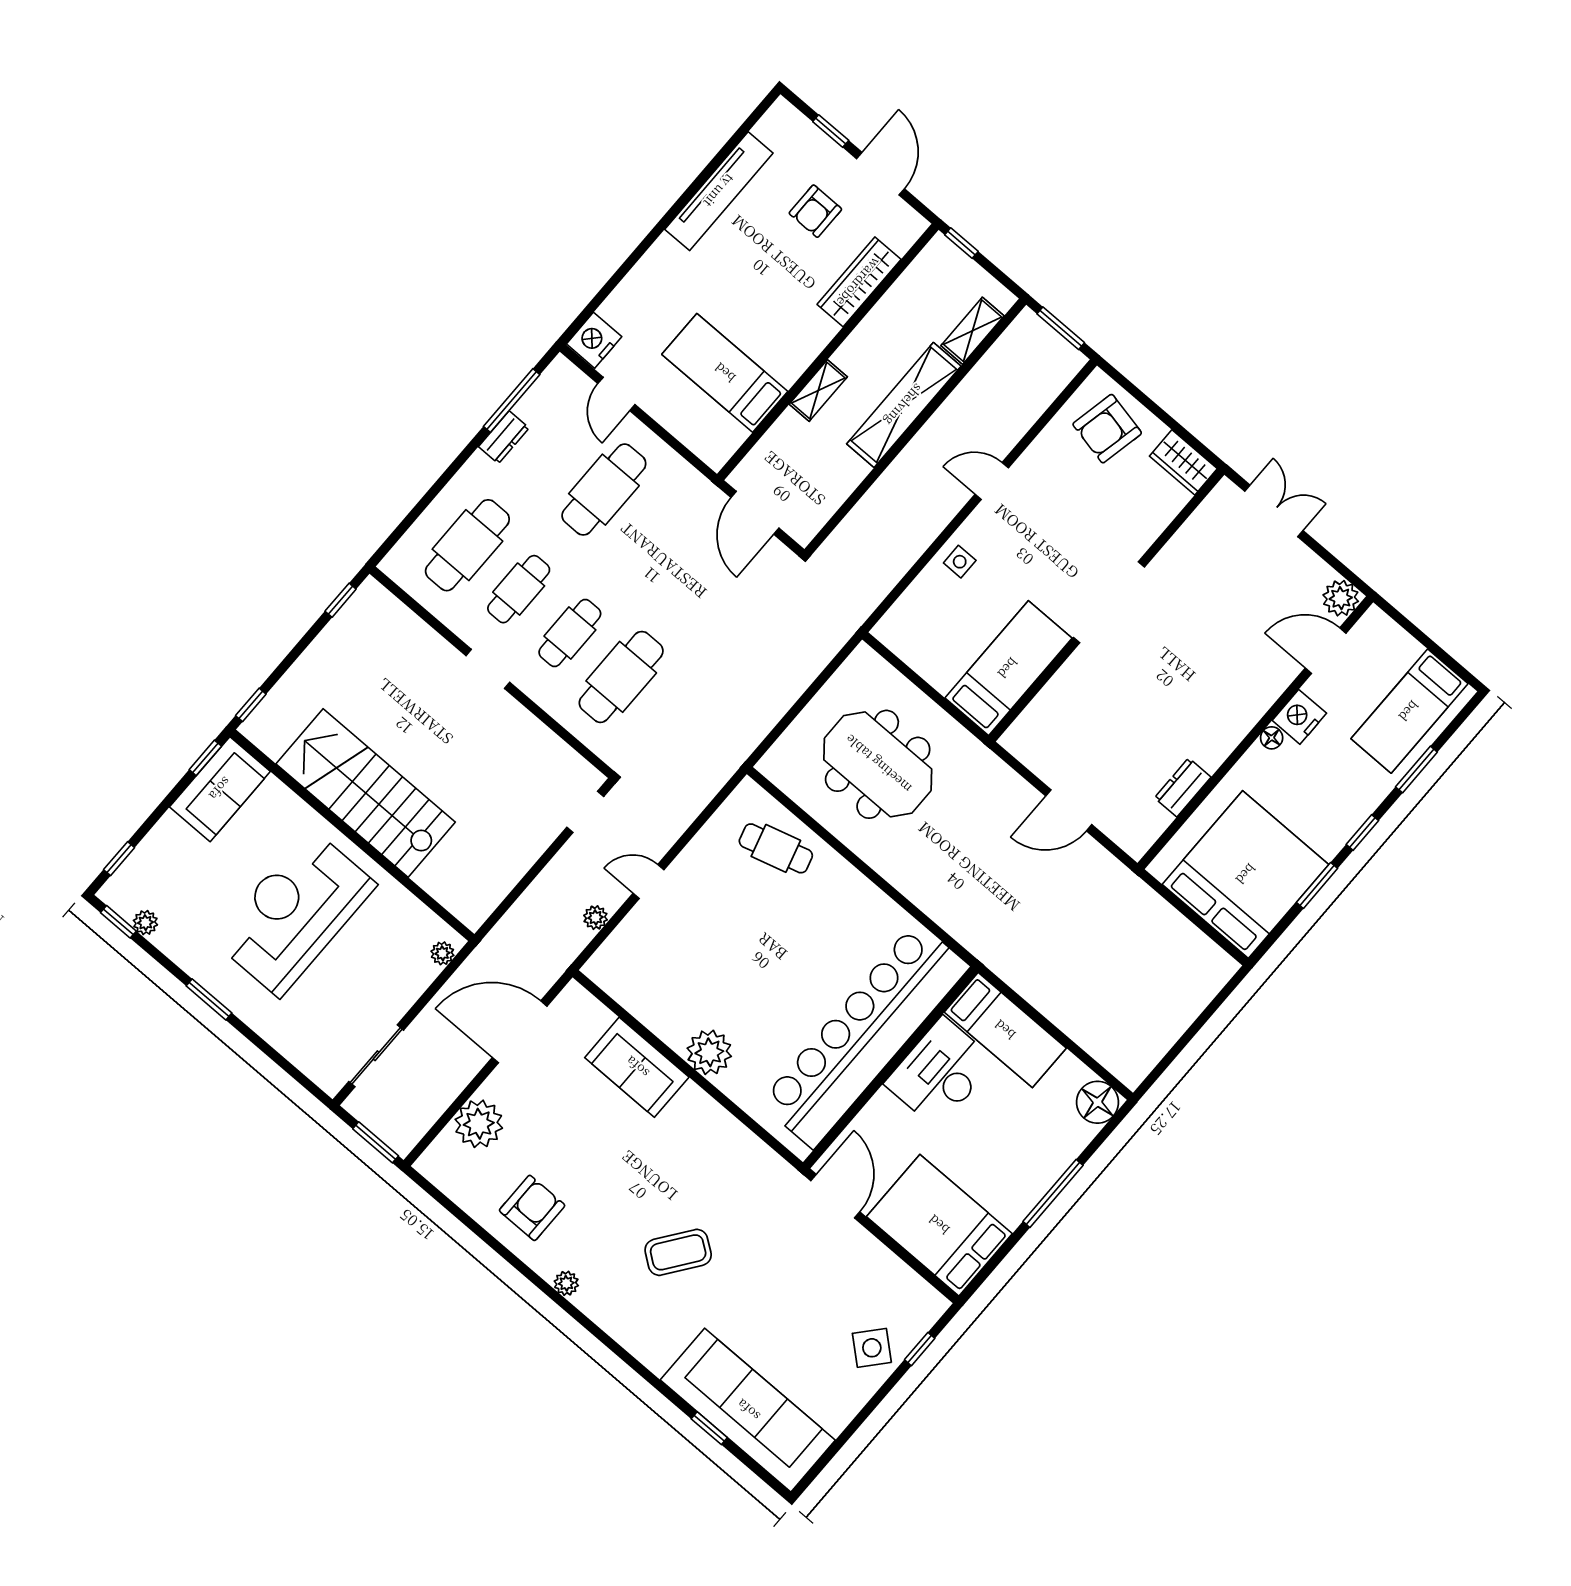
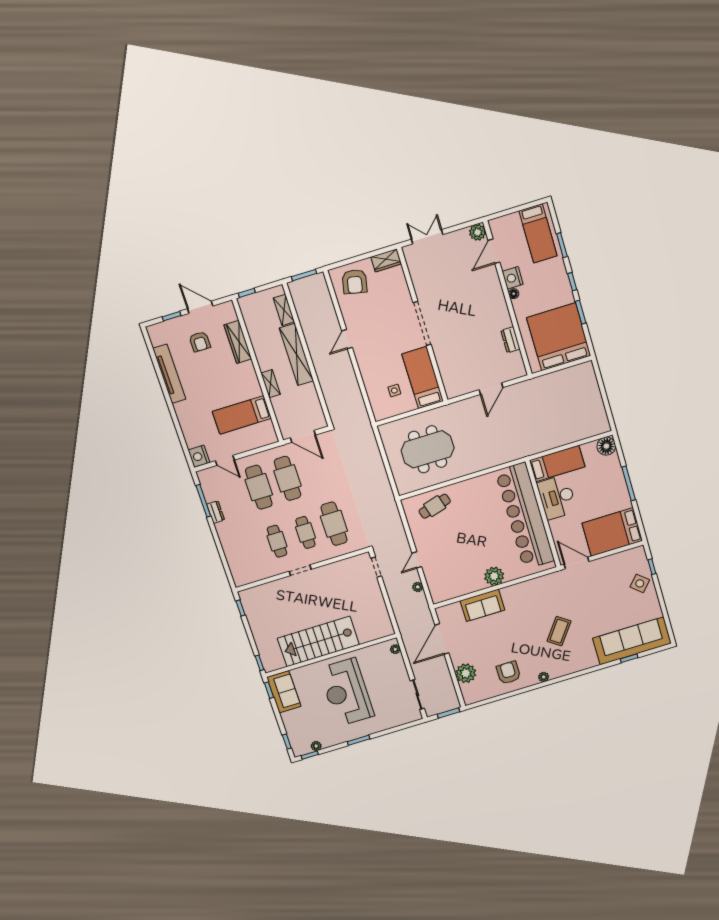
cafe table: (467, 545) -> (287, 478), moved
side table: (960, 562) -> (394, 390), moved

